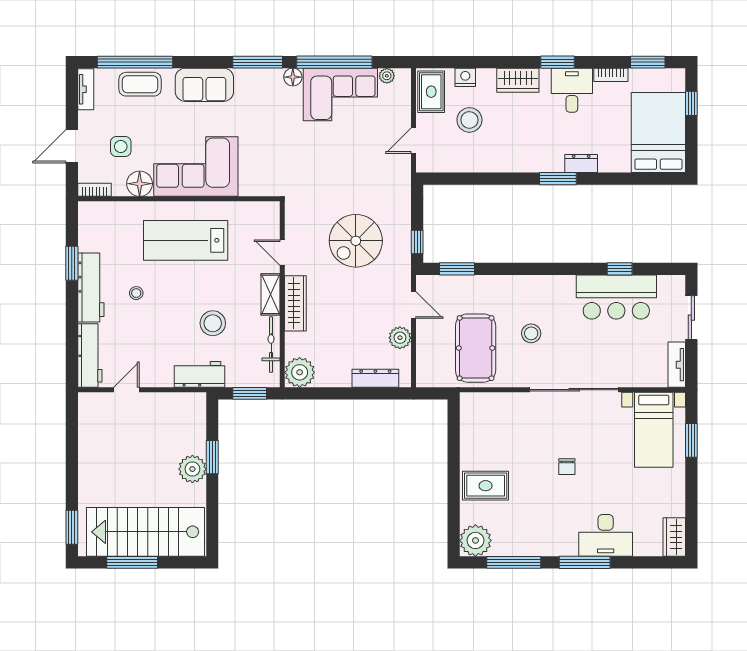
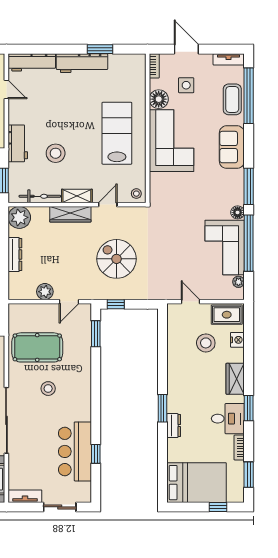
stool: (136, 293) -> (136, 194), moved
dresser: (375, 378) -> (15, 255), moved

